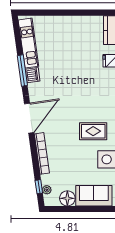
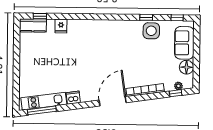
window: (22, 71) -> (42, 110), moved
door: (29, 118) -> (113, 101), hinge flipped
rug: (93, 131) -> (125, 43), removed

